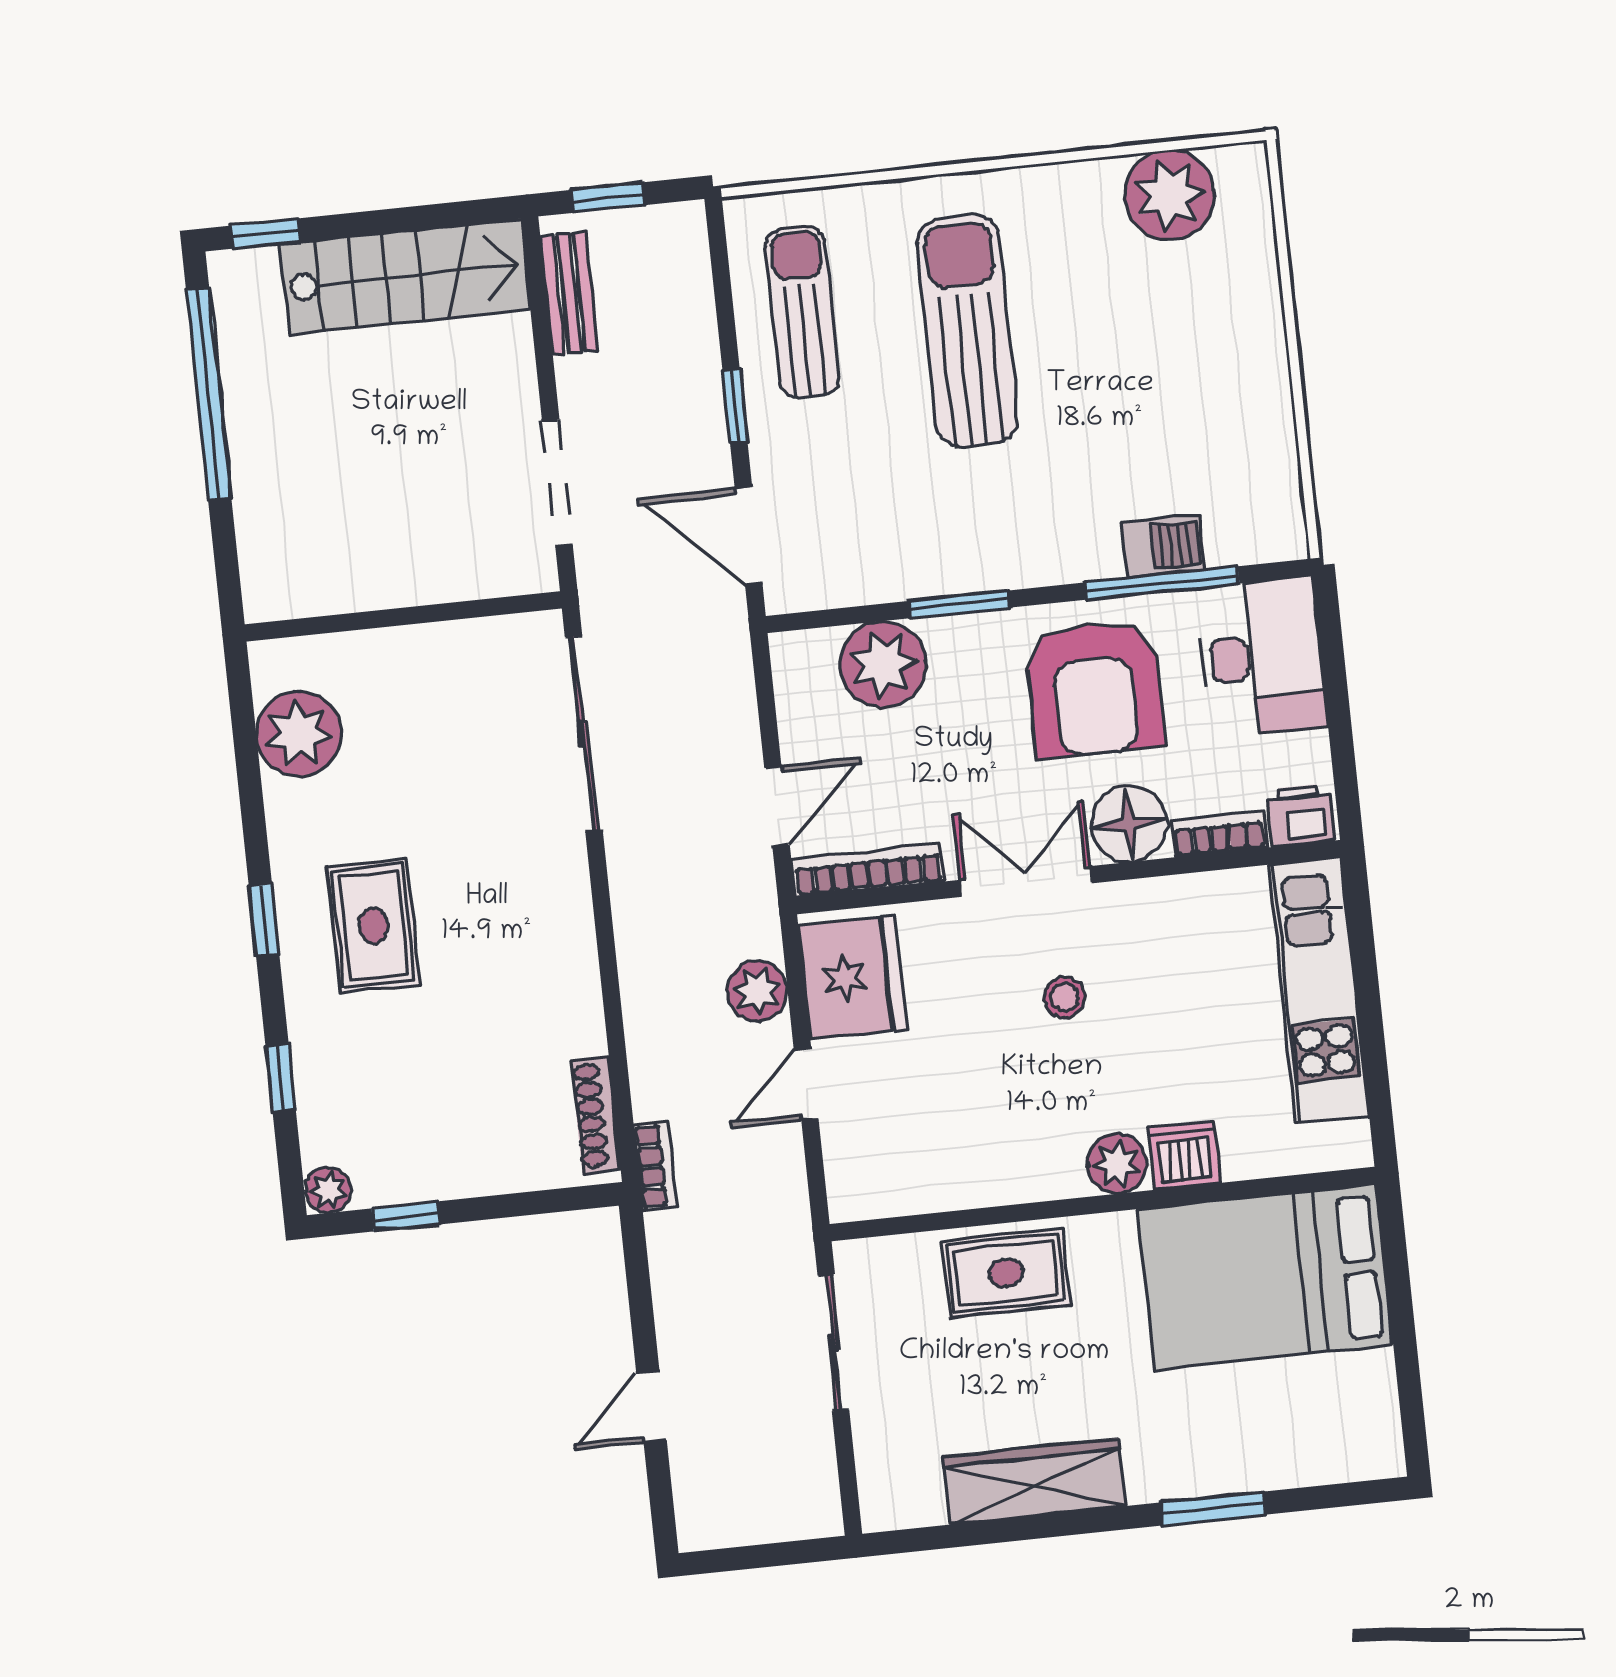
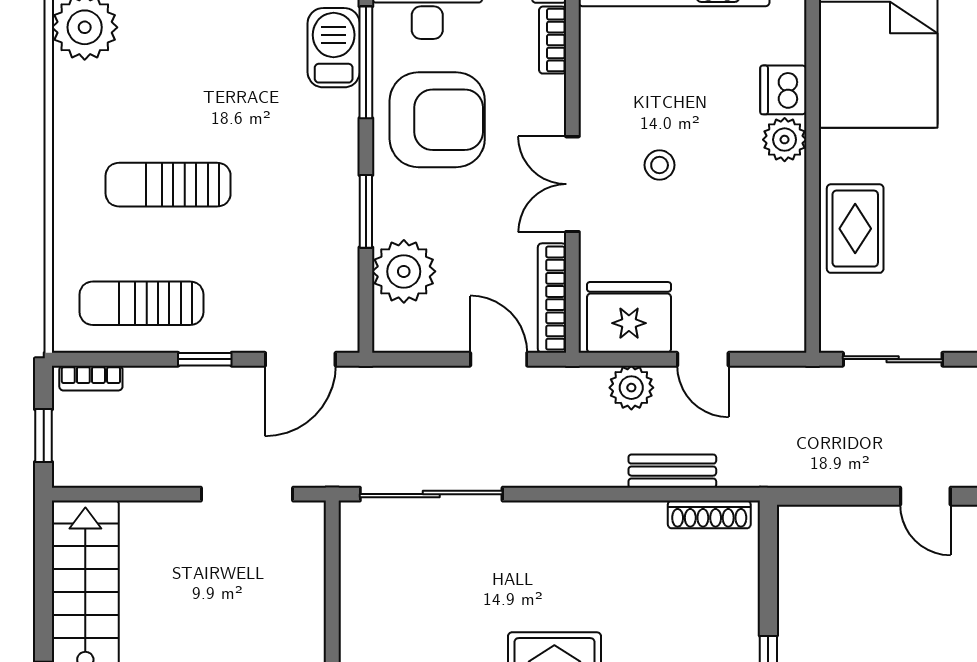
bench: (569, 293) -> (672, 471), moved
sun lounger: (967, 331) -> (168, 185), width x0.73, depth x0.75
barbecue: (1163, 546) -> (334, 48), width x1.38, depth x1.27
floor lamp: (1129, 824) -> (538, 105), removed
bookcase: (655, 1166) -> (91, 378), moved, turned 180

